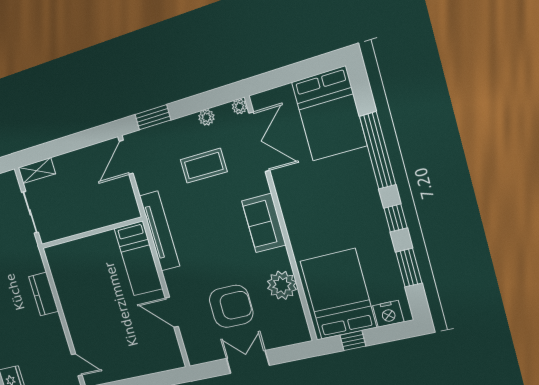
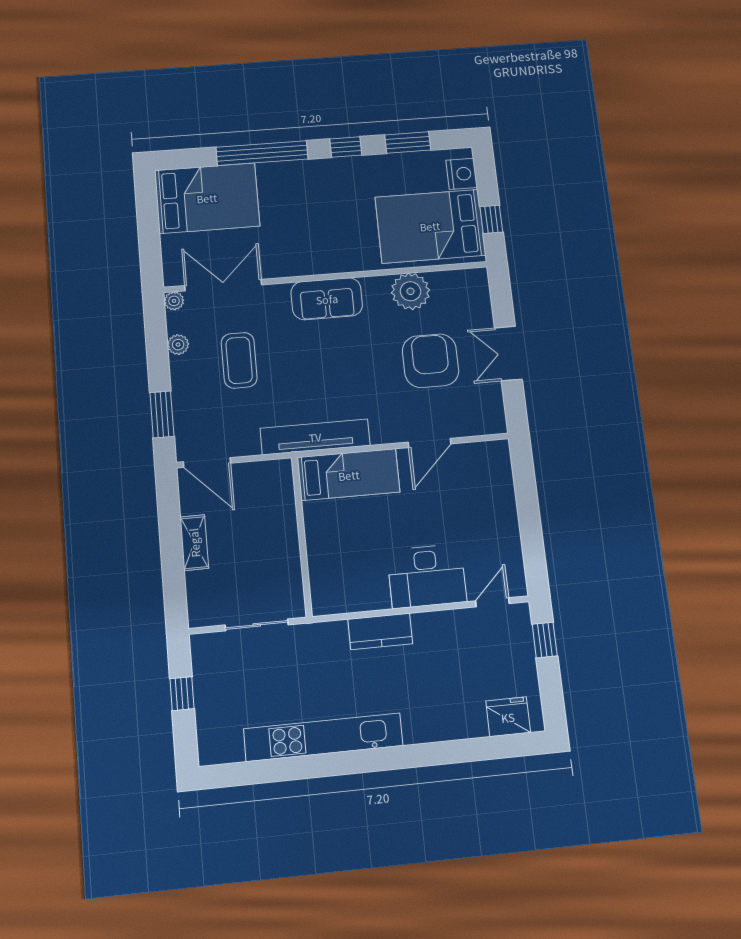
shelving: (37, 171) -> (194, 543), moved
desk: (84, 320) -> (427, 576), added

